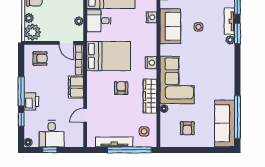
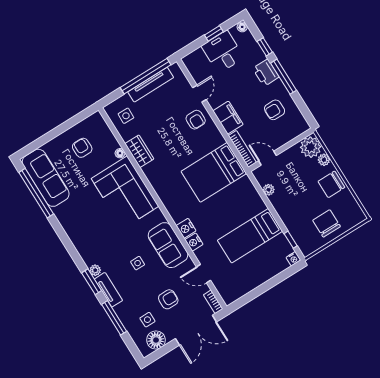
desk: (99, 21) -> (248, 203), removed
armchair: (40, 58) -> (275, 110), moved
nightstand: (151, 63) -> (186, 228), moved
armchair: (121, 88) -> (196, 120), moved
wardrobe: (150, 96) -> (139, 151), width x0.67
window: (129, 150) -> (146, 76), moved

